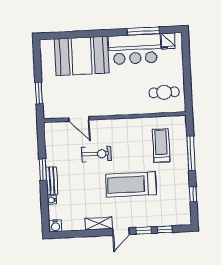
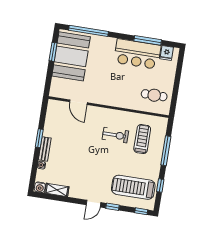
window: (73, 35) -> (88, 31), added
booth: (82, 56) -> (71, 56), moved, turned 90
window: (39, 93) -> (53, 52), moved
exercise bike: (96, 154) -> (115, 135), moved
treadmill: (131, 184) -> (133, 187), moved
shelving: (99, 224) -> (57, 190), moved
window: (165, 229) -> (141, 211), moved

